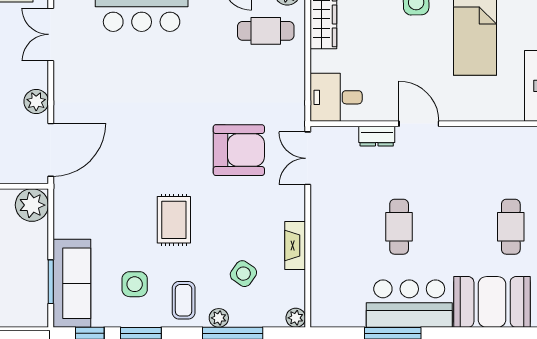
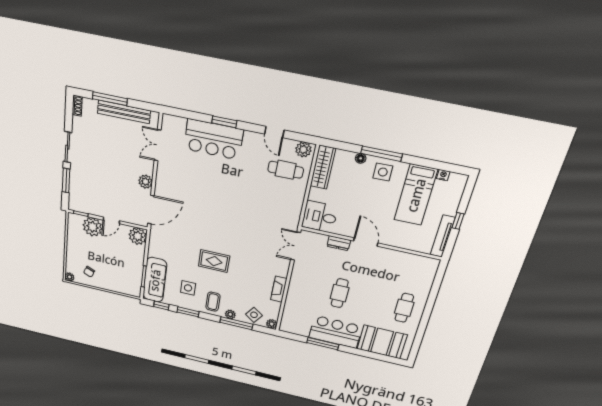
armchair: (239, 150) -> (257, 233), removed
rug: (174, 220) -> (214, 261), turned 90
side table: (243, 274) -> (254, 315), moved

